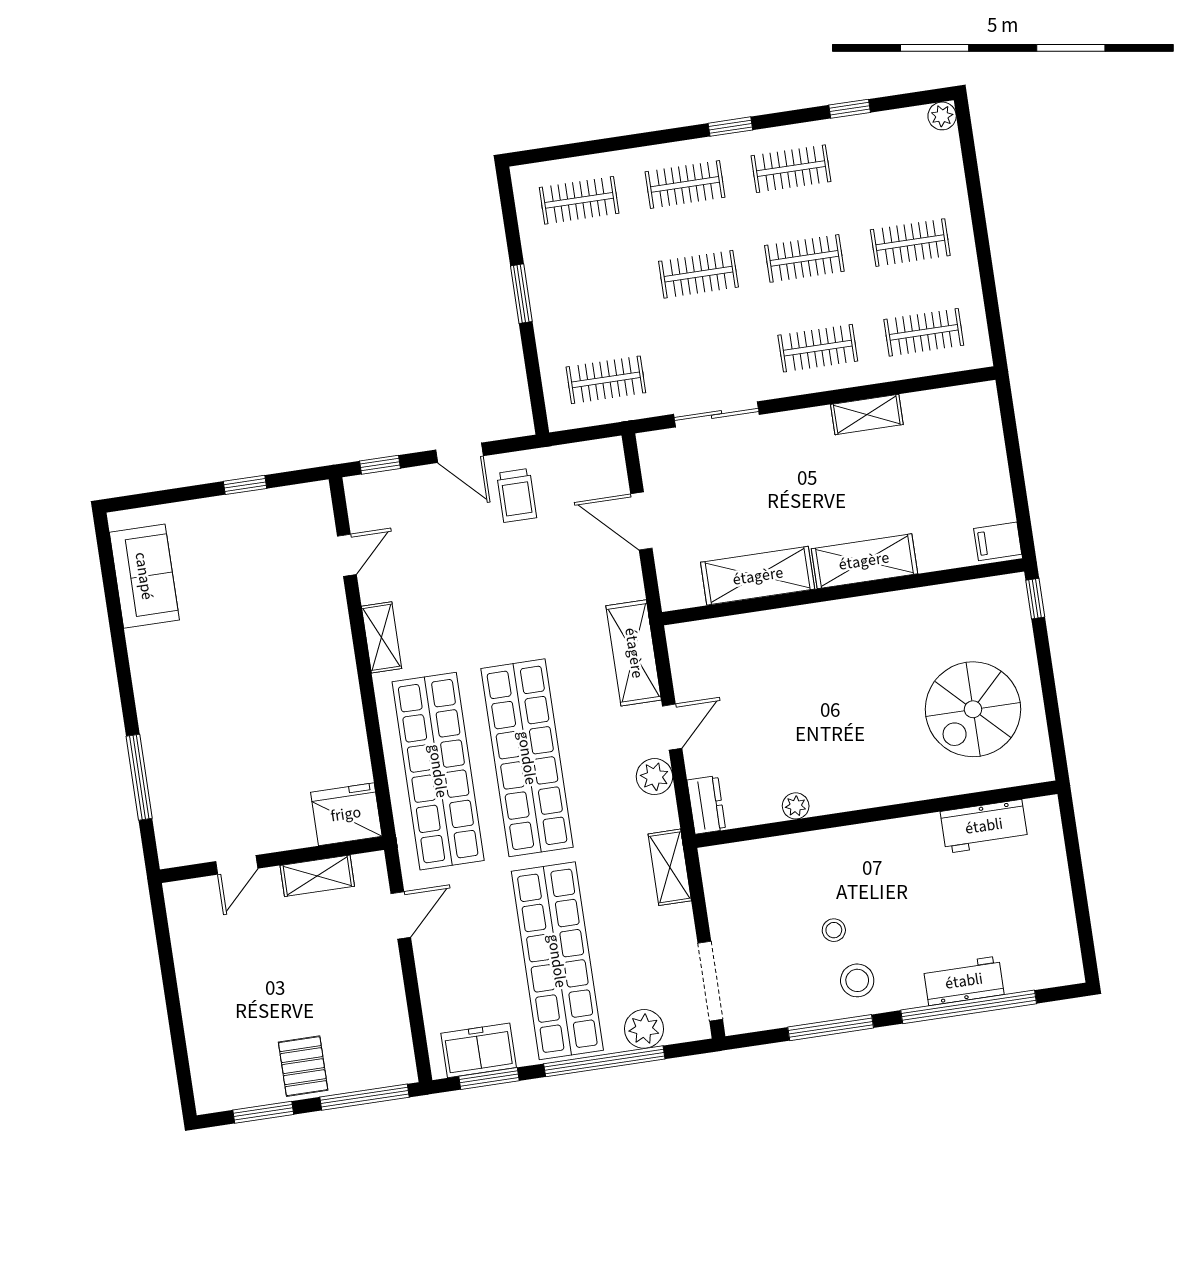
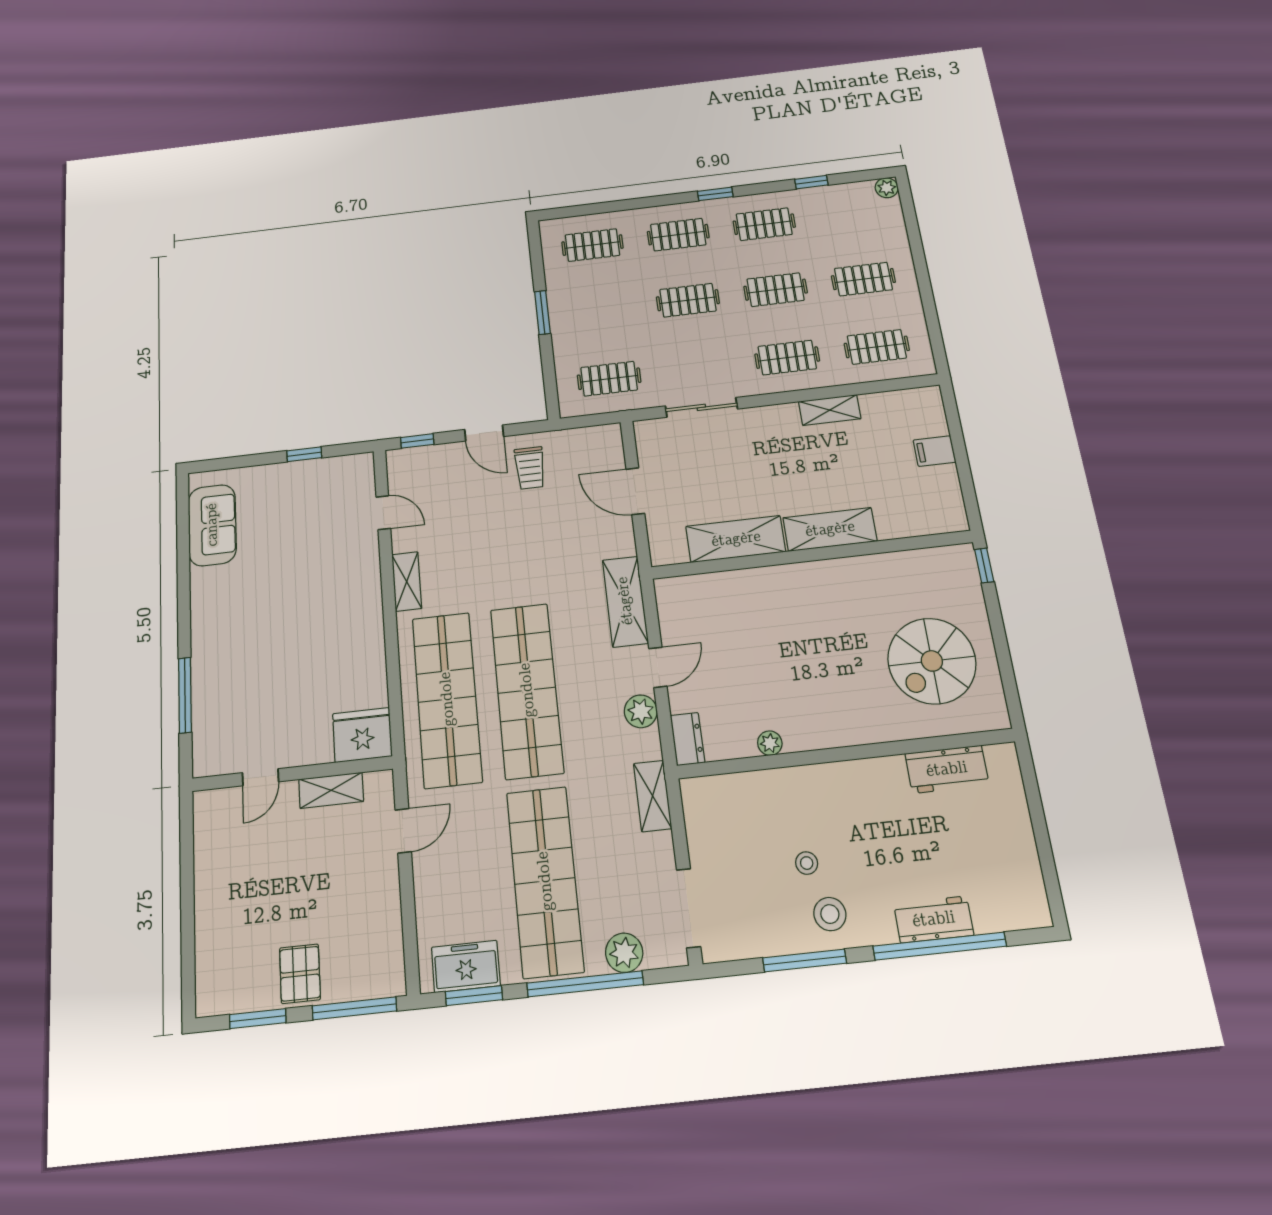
filing cabinet: (998, 541) -> (934, 451), moved
door: (347, 555) -> (383, 513), hinge flipped

